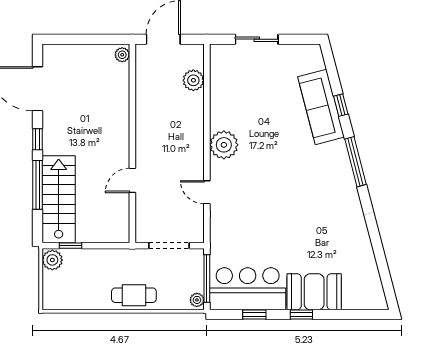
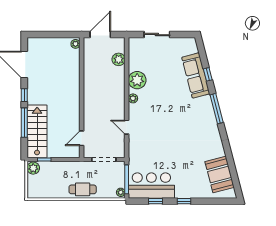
plant: (224, 115) -> (137, 80), added
plant: (224, 145) -> (133, 98), width x0.53, depth x0.53
door: (132, 180) -> (82, 138), moved
booth: (314, 292) -> (220, 174), moved, turned 75

